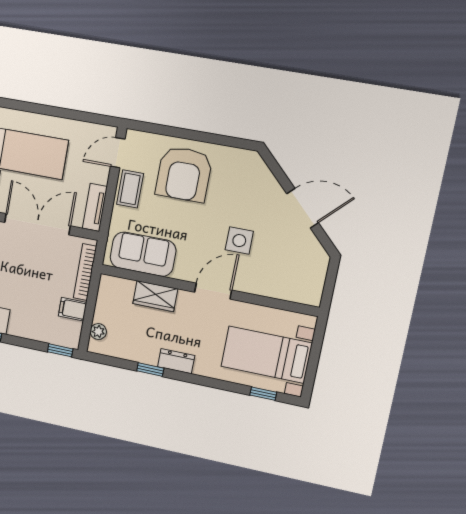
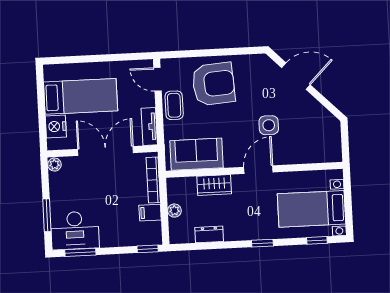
door: (118, 153) -> (158, 79), hinge flipped
armchair: (184, 174) -> (213, 84), turned -94
door: (303, 208) -> (296, 76), moved
plant: (98, 332) -> (174, 211), moved
dresser: (176, 361) -> (209, 234), moved
window: (150, 369) -> (262, 243), moved

